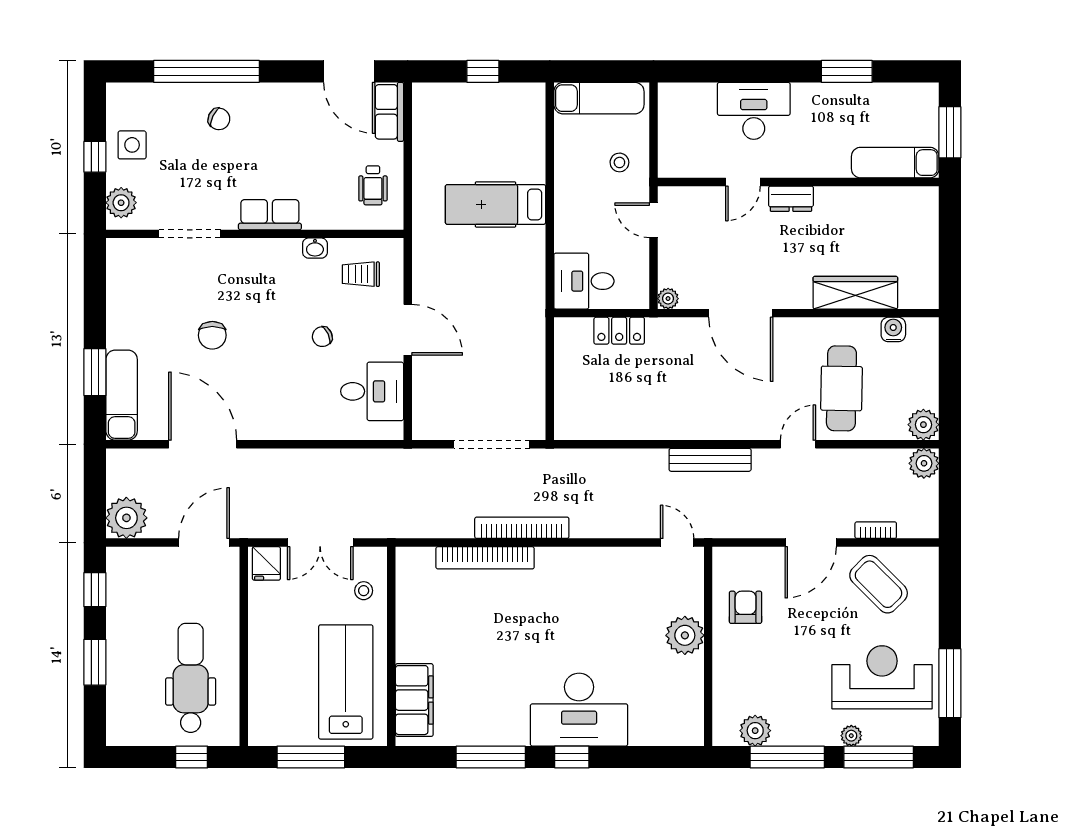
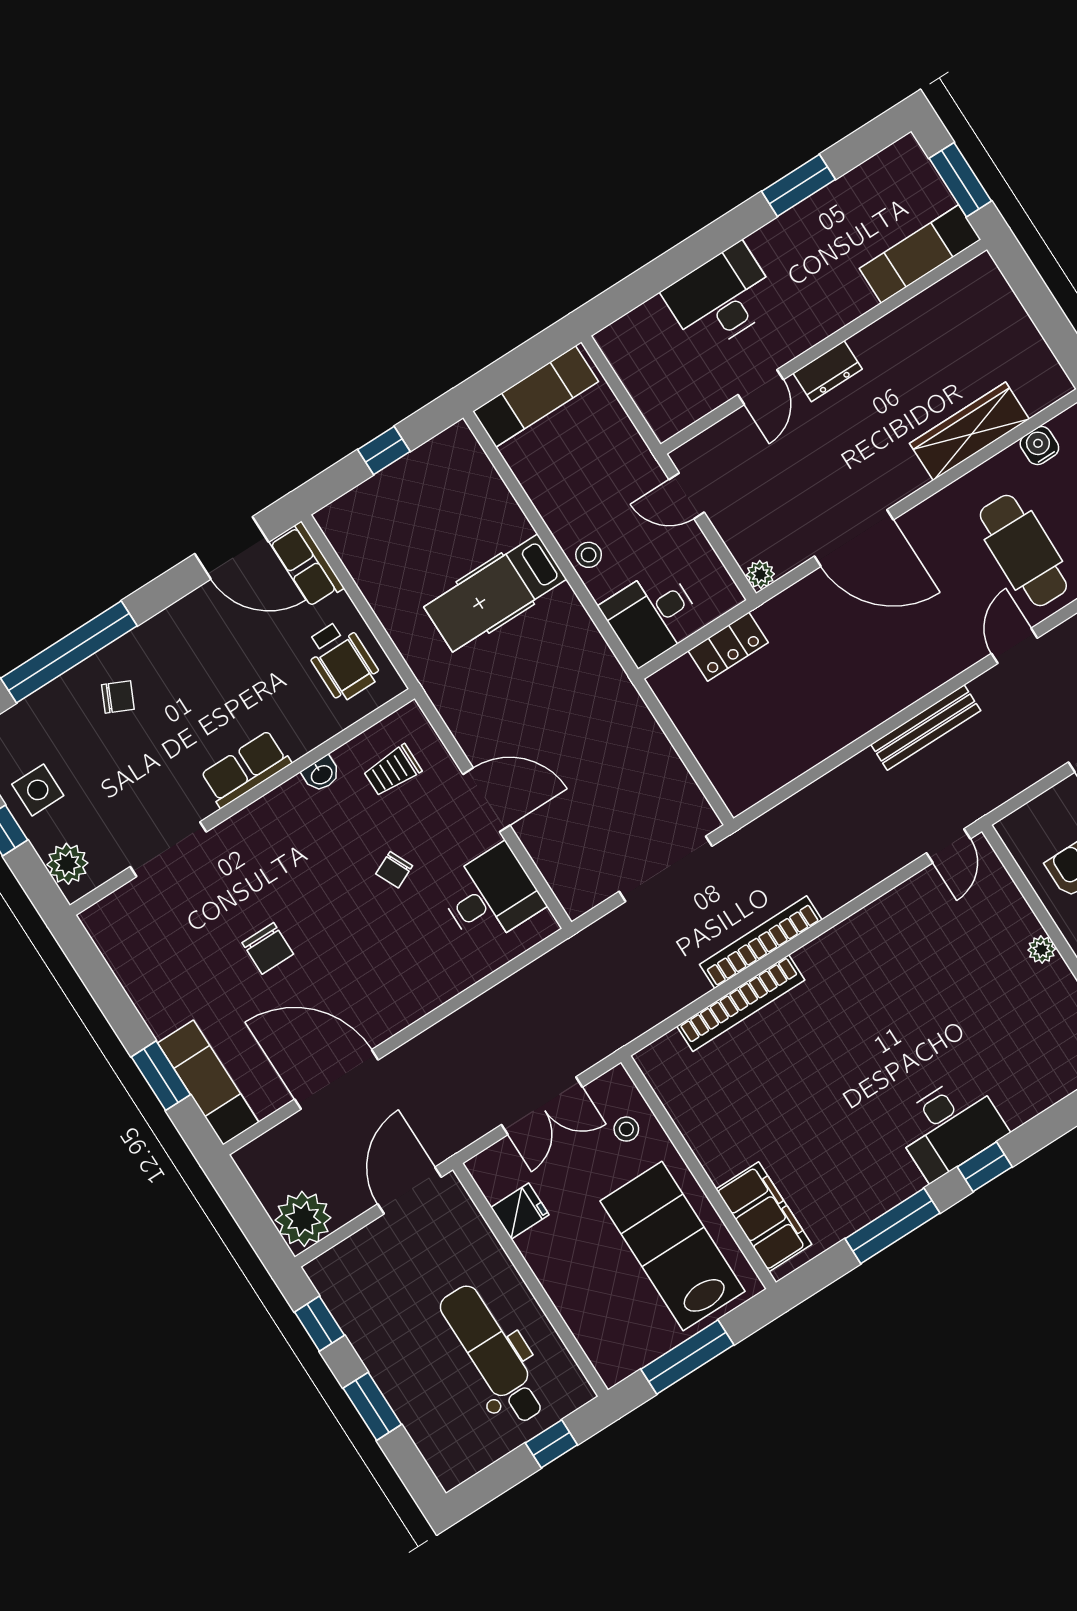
stool: (619, 162) -> (589, 555), moved
wheelchair: (373, 185) -> (342, 660), width x1.36, depth x1.37
door: (677, 543) -> (948, 846), swing flipped
fridge: (266, 563) -> (520, 1211), moved, turned -90
plant: (685, 635) -> (1042, 950), width x0.53, depth x0.53
desk: (579, 710) -> (950, 1127), width x0.73, depth x0.77

